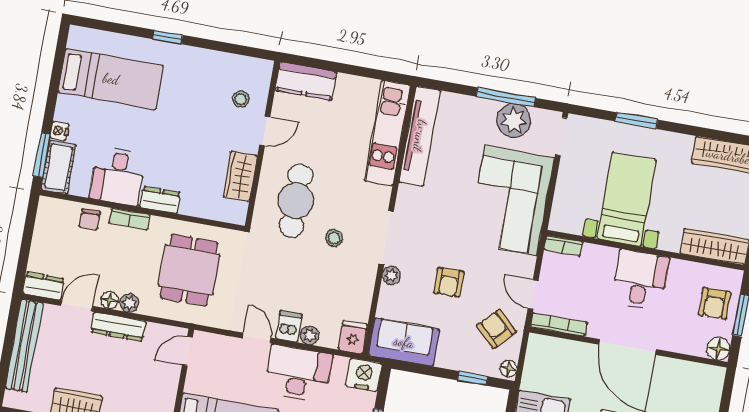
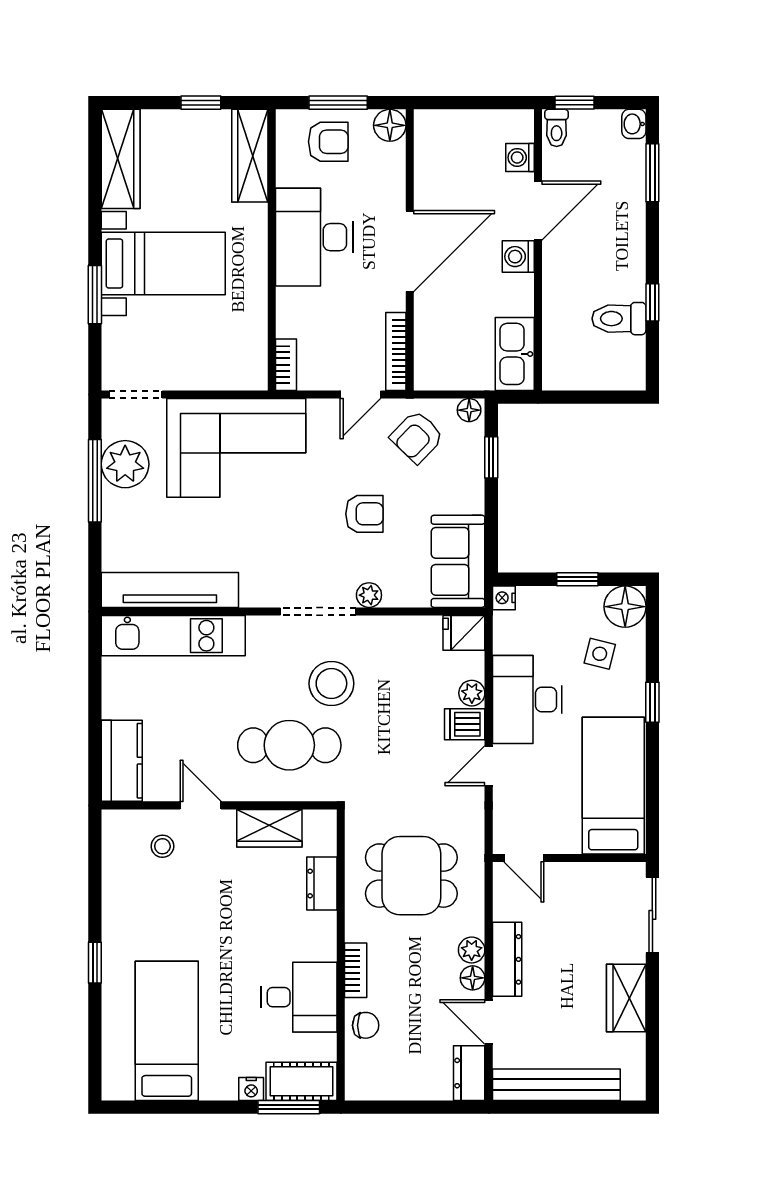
bed with nightstands: (627, 199) -> (163, 264), moved, turned 180
dresser: (160, 200) -> (322, 884), moved
stool: (334, 238) -> (331, 683), width x1.89, depth x1.89
desk: (640, 280) -> (314, 237), width x1.37
nightstand: (364, 375) -> (504, 598), width x0.53, depth x0.56

